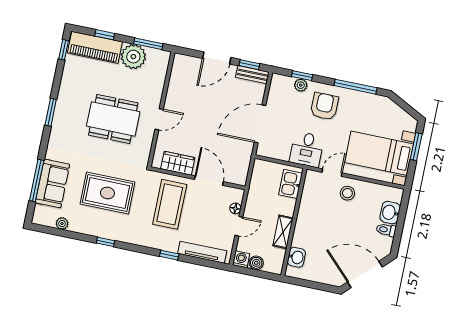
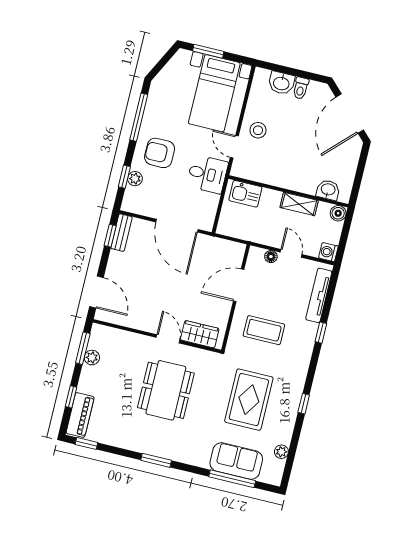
piano: (95, 47) -> (80, 415), width x0.73, depth x0.75
plant: (133, 57) -> (92, 358), width x0.53, depth x0.53
door: (217, 58) -> (96, 292), moved
wardrobe: (178, 163) -> (200, 334), moved, turned 90
coffee table: (170, 204) -> (264, 330), width x0.73, depth x0.76
boiler: (256, 263) -> (338, 213), moved

